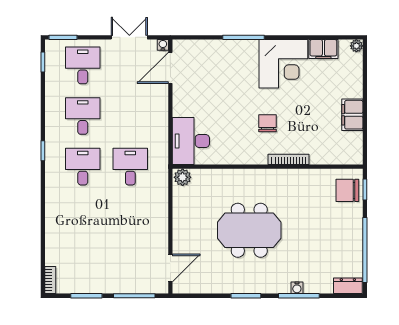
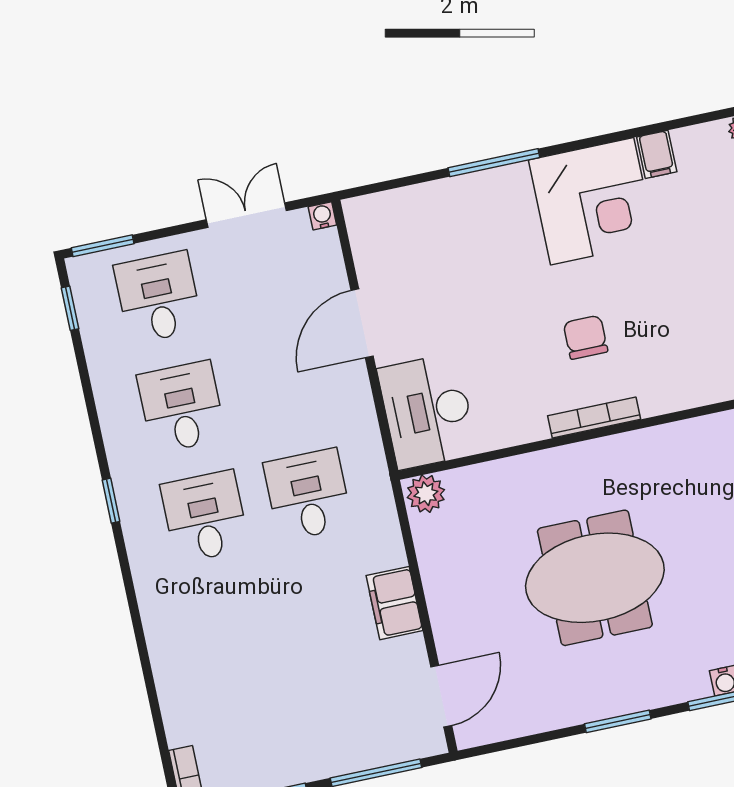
filing cabinet: (323, 49) -> (657, 154), width x0.50
door: (170, 68) -> (362, 323), moved
bookcase: (289, 159) -> (594, 417), moved
filing cabinet: (158, 223) -> (395, 603), added

